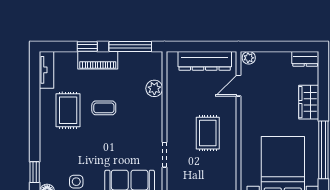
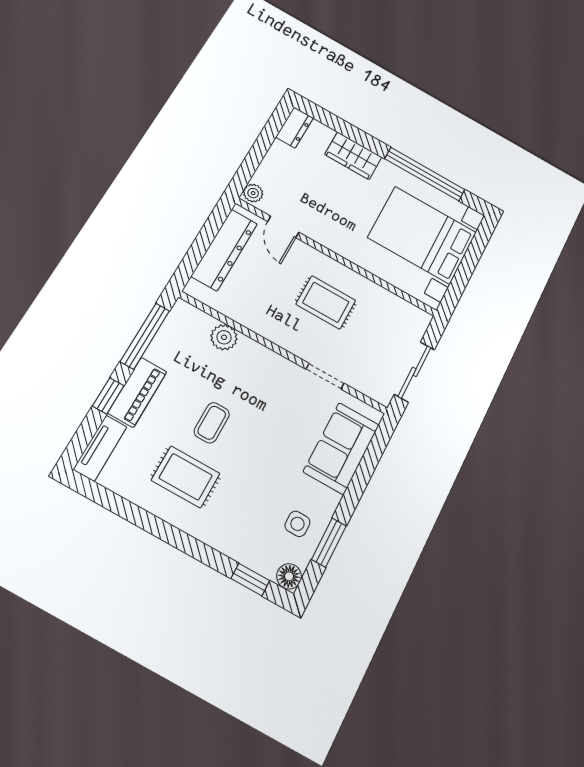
tv unit: (47, 70) -> (100, 448), moved, turned 90

